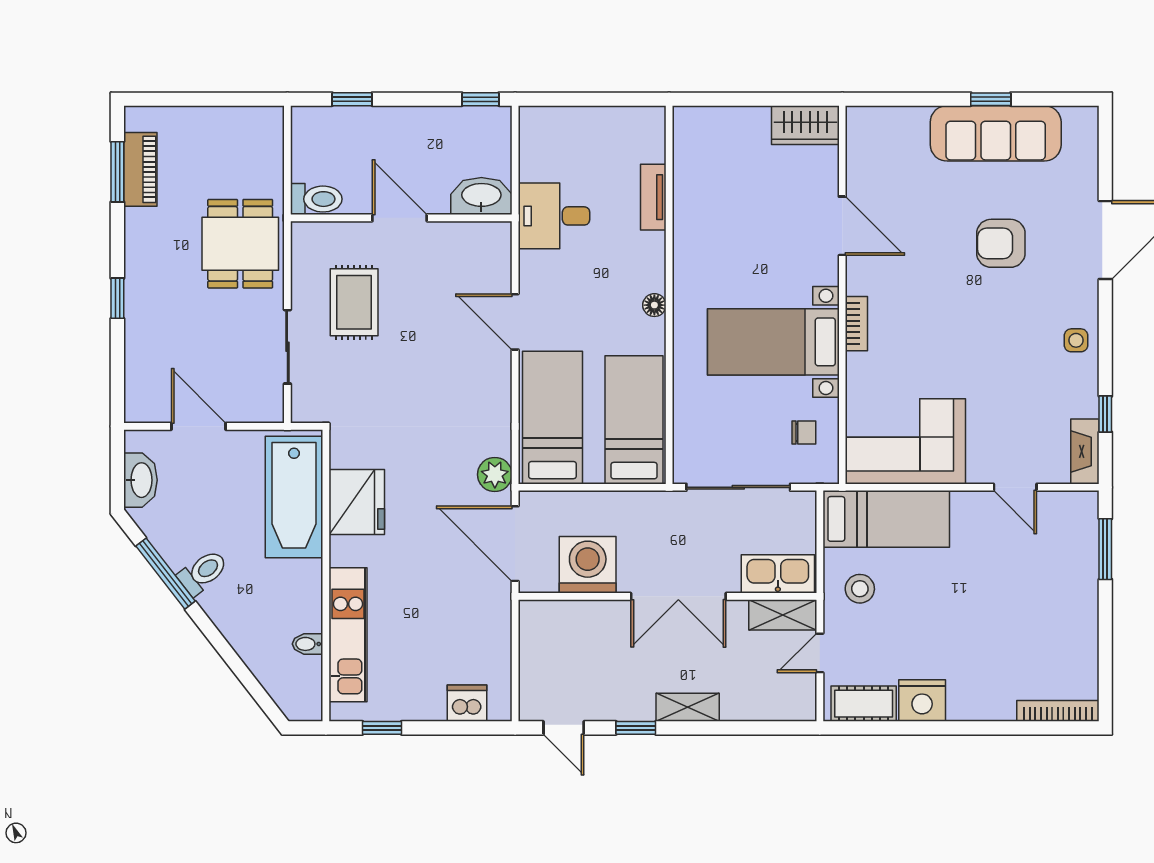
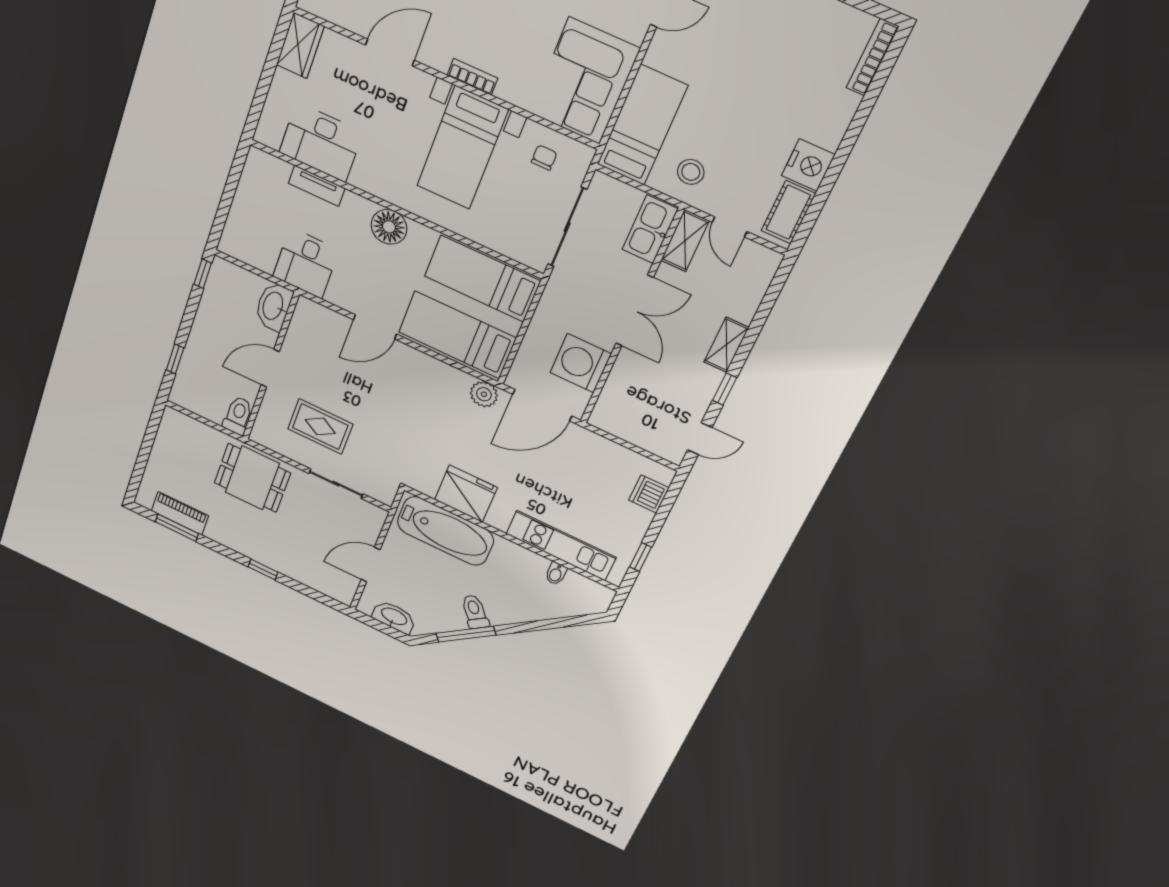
desk: (706, 185) -> (321, 142), added
floor lamp: (654, 305) -> (389, 227), width x1.89, depth x1.89

